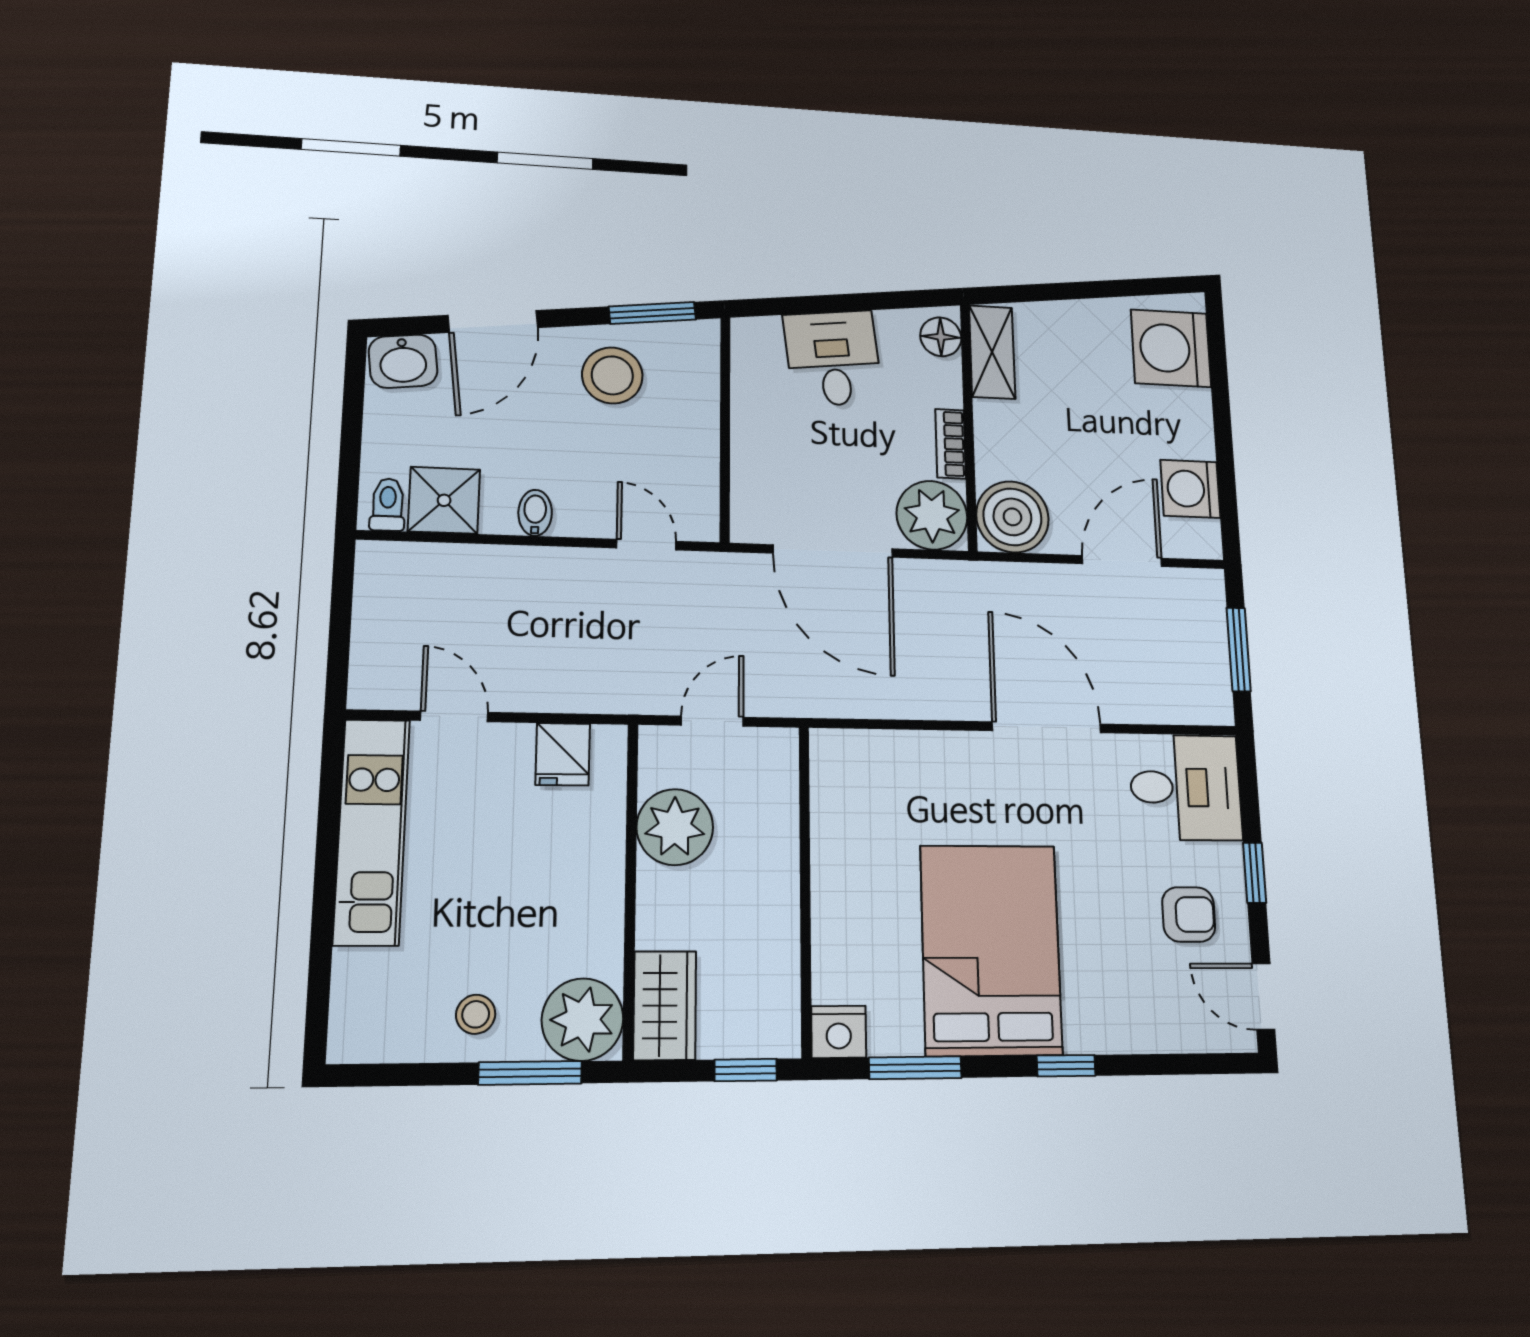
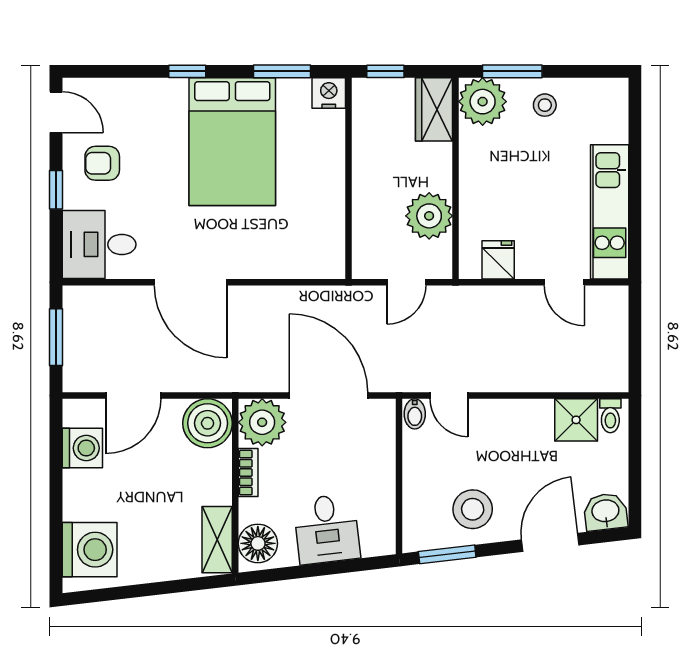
floor lamp: (941, 337) -> (258, 543), width x1.38, depth x1.38
bidet: (535, 513) -> (415, 414), moved

